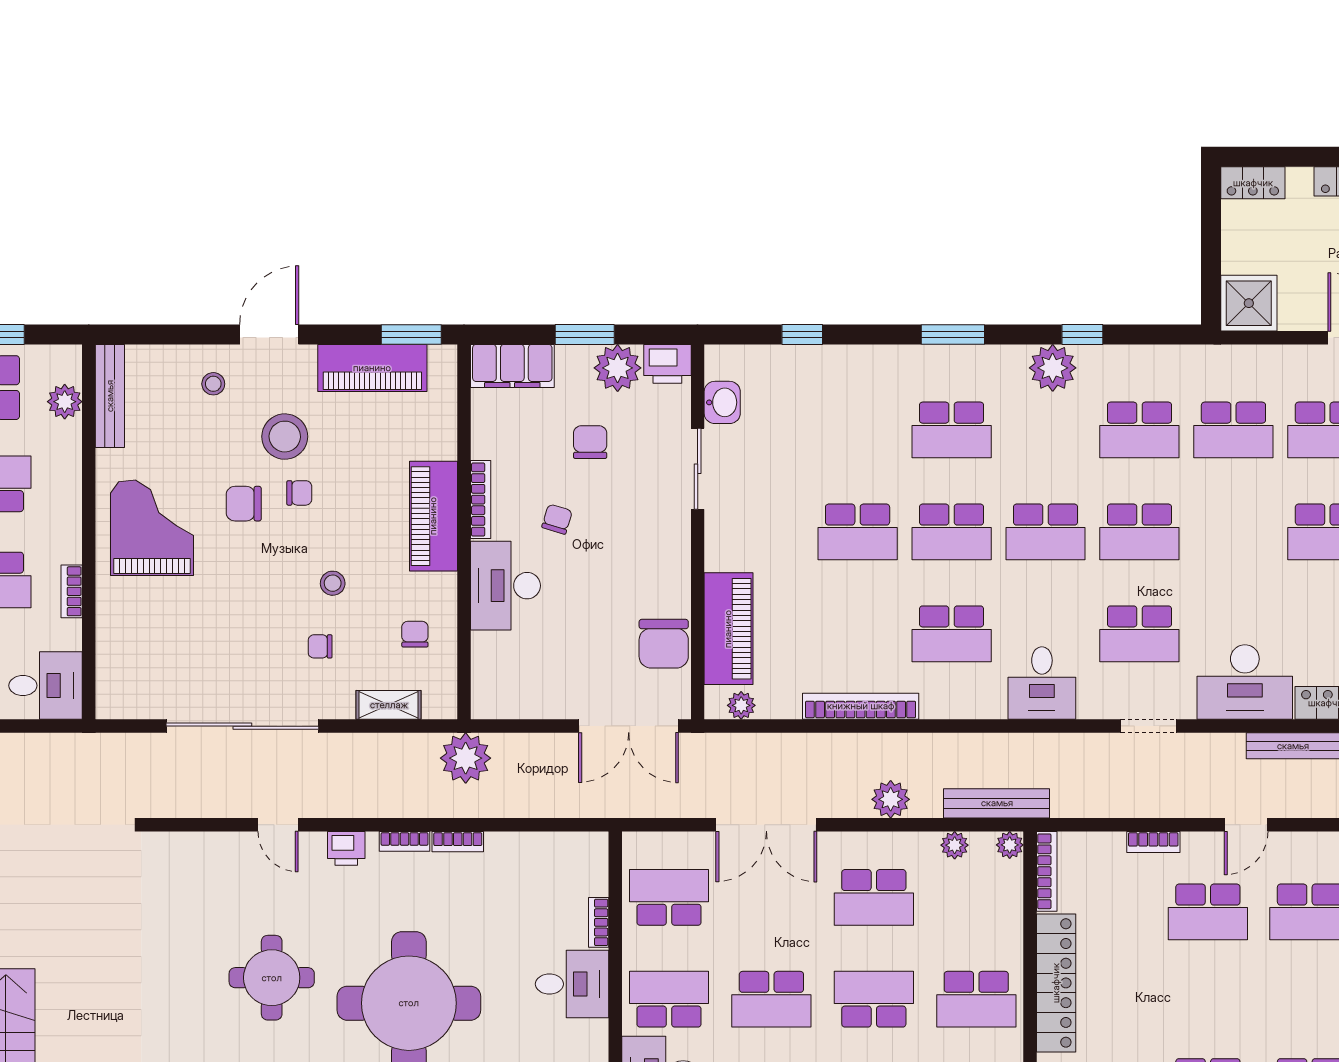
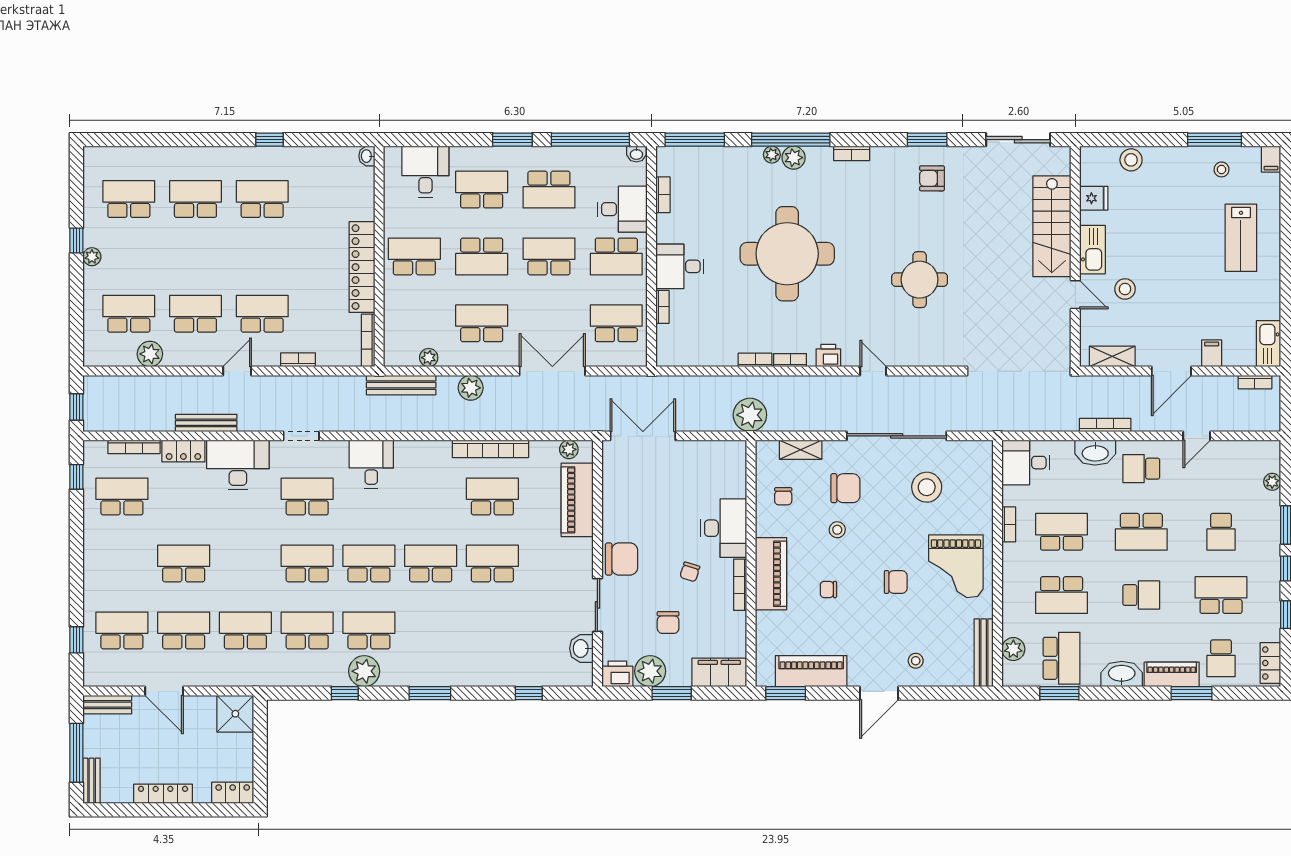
school desk: (952, 430) -> (369, 630), moved
stool: (285, 437) -> (927, 487), moved
chair: (299, 493) -> (828, 589), moved
school desk: (952, 634) -> (492, 496), moved
chair: (664, 644) -> (622, 559), moved, turned 90
chair: (320, 646) -> (845, 488), width x1.87, depth x1.87
plant: (1010, 845) -> (392, 358), removed
school desk: (669, 897) -> (616, 323), turned 180
round table: (272, 978) -> (920, 280), moved

